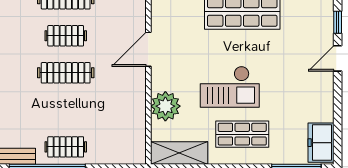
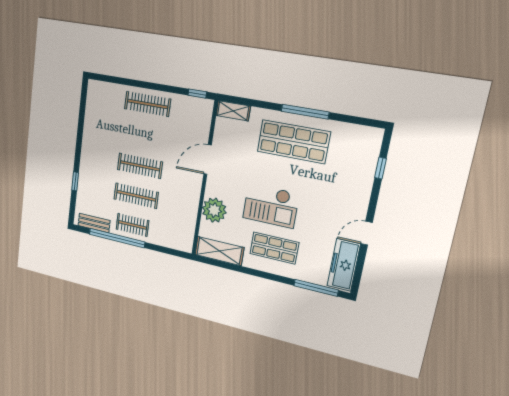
clothes rail: (66, 36) -> (136, 196), moved, width x1.36
door: (338, 58) -> (367, 233), moved
freezer: (321, 143) -> (344, 265), width x1.40

